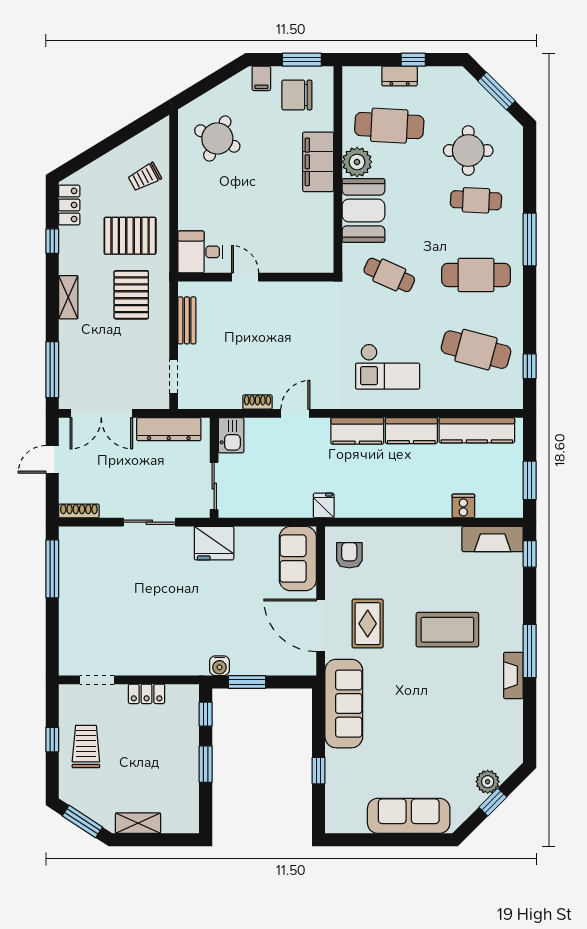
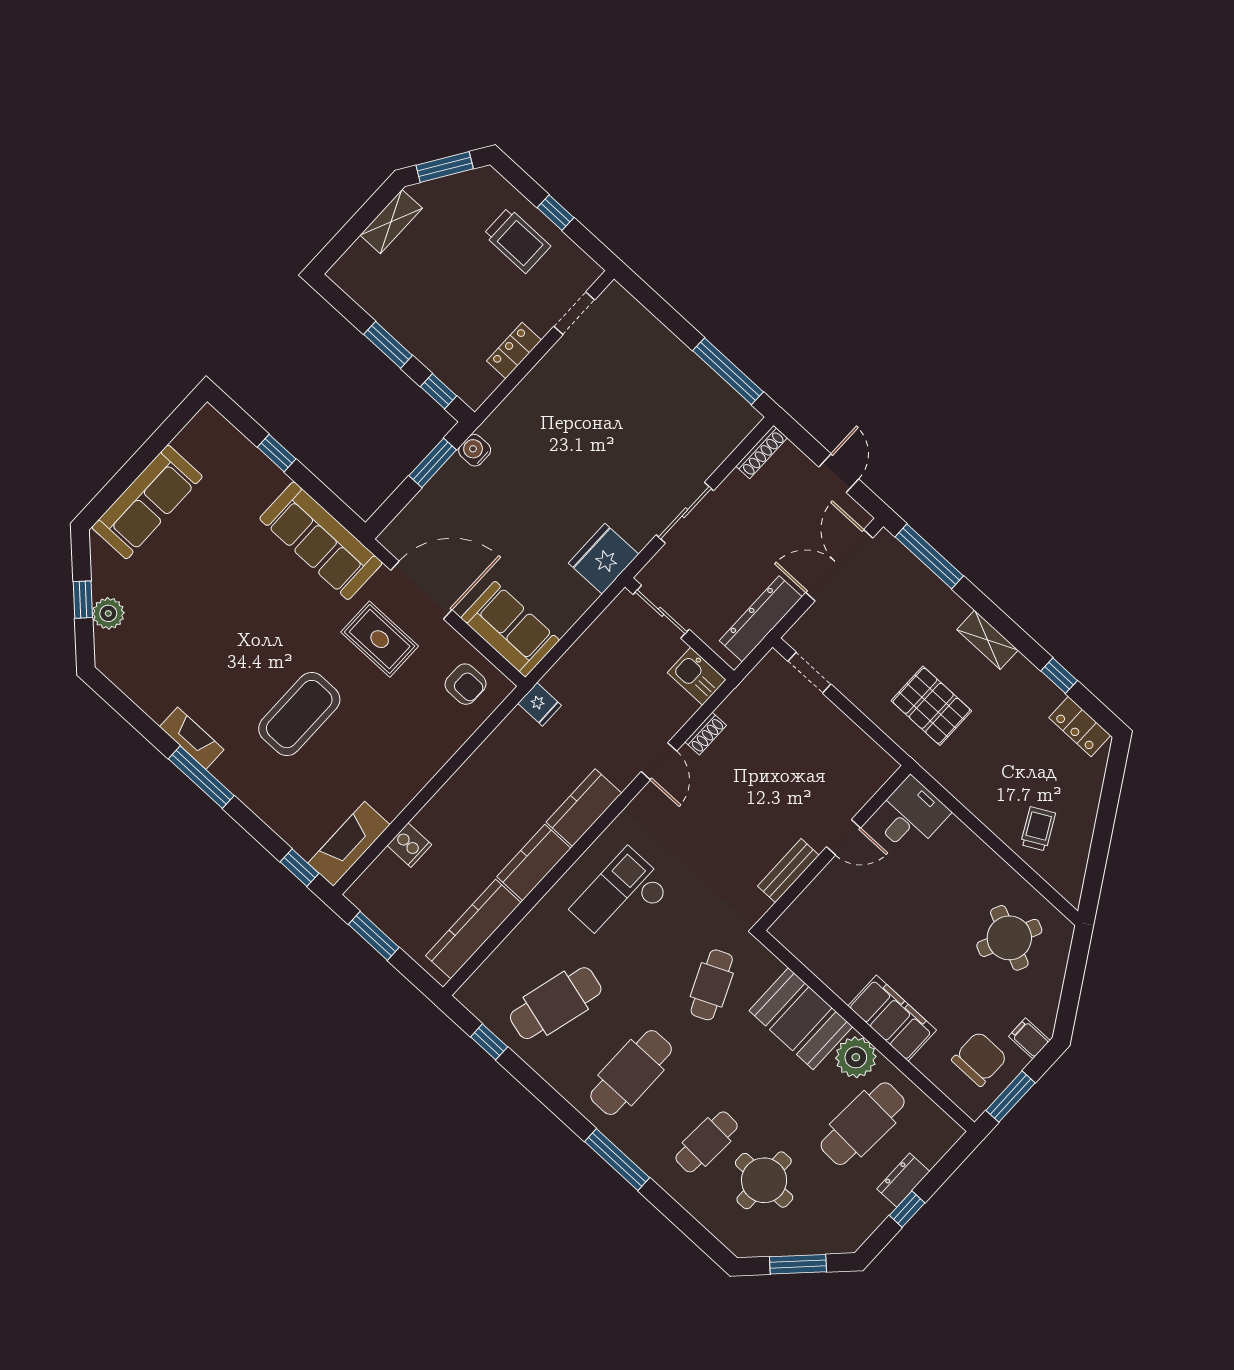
pallet: (130, 236) -> (992, 759), removed
cafe table: (389, 275) -> (712, 985), turned -48
bench: (187, 320) -> (788, 871), moved, turned 90

